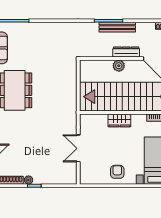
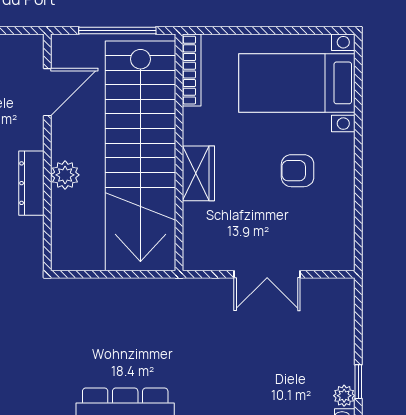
dresser: (126, 52) -> (31, 183), moved
armchair: (117, 172) -> (298, 171), moved

